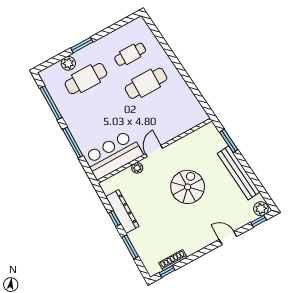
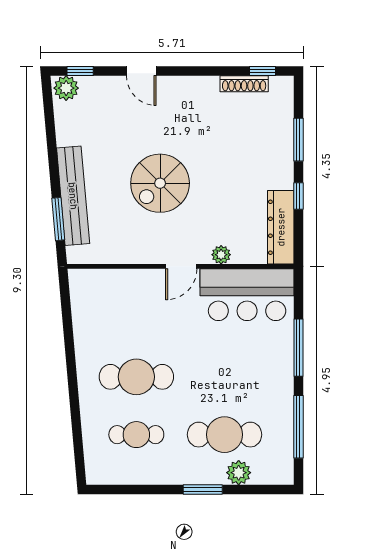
bench: (239, 173) -> (73, 196), moved
dresser: (122, 212) -> (281, 227), moved

